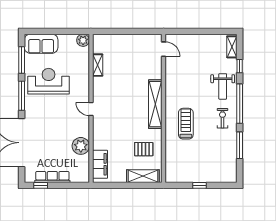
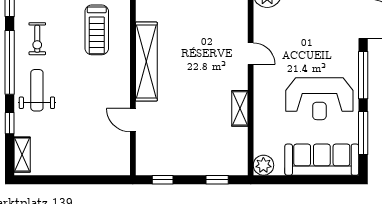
window: (112, 31) -> (217, 180), added
window: (145, 31) -> (163, 180), added
sofa: (41, 44) -> (322, 160), width x1.36
door: (164, 49) -> (133, 120), moved
shelving: (98, 65) -> (240, 108), moved

